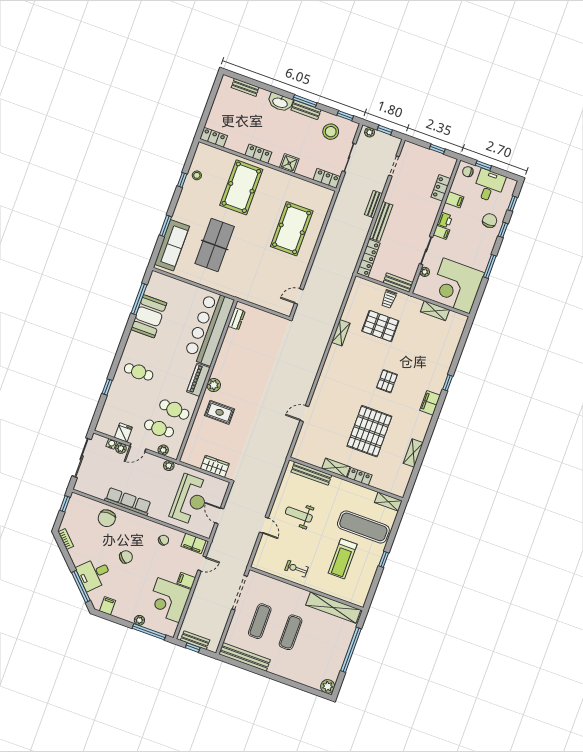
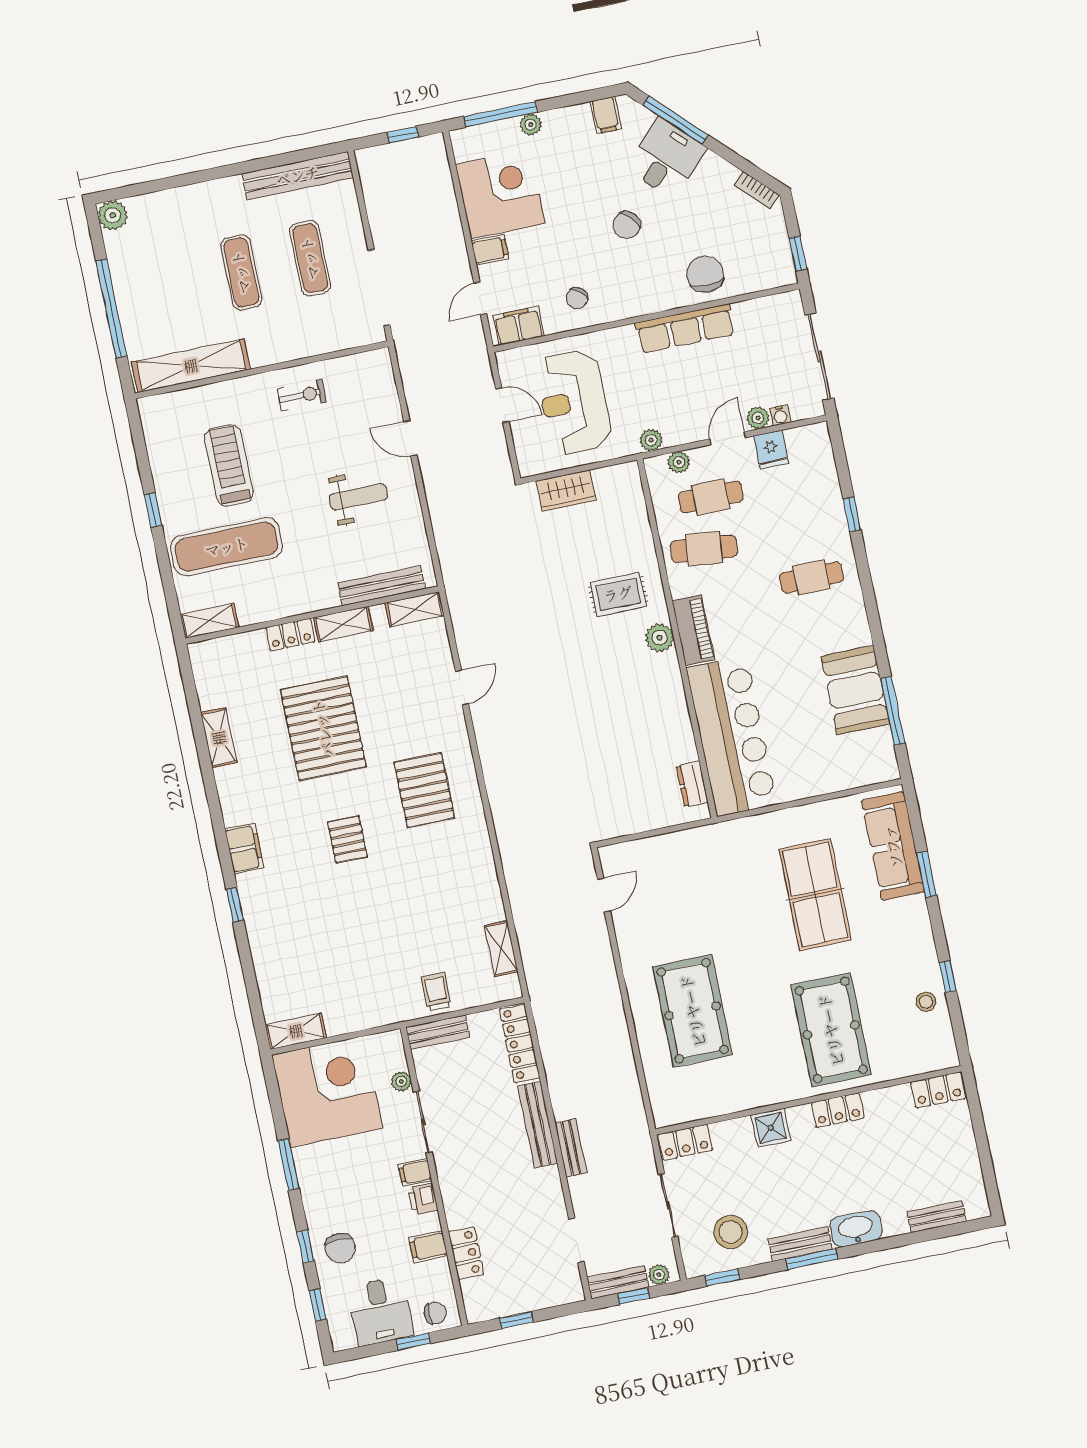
shelving: (435, 311) -> (296, 1031), moved
pallet: (380, 326) -> (424, 790), moved, turned 90
shelving: (341, 333) -> (501, 949), moved
shelving: (304, 456) -> (415, 609), added
bench: (195, 640) -> (618, 1282), moved

